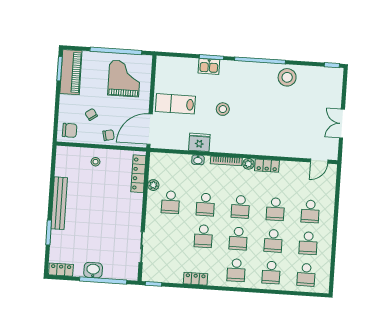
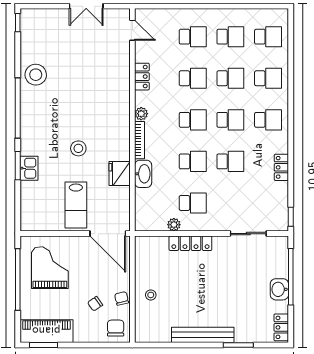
grand piano: (124, 78) -> (50, 268), turned 90
chair: (108, 135) -> (122, 298), moved
washbasin: (198, 160) -> (143, 174), width x1.91, depth x1.45
locker: (267, 166) -> (142, 77), moved
locker: (138, 174) -> (190, 243), moved

